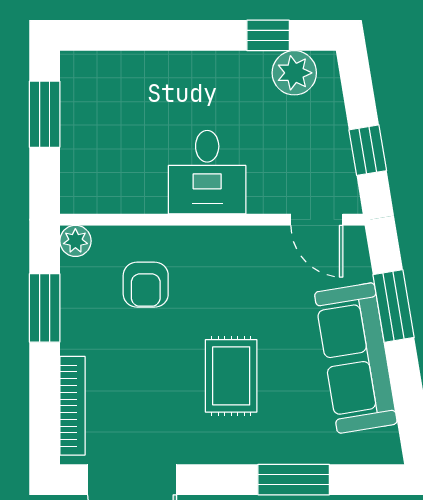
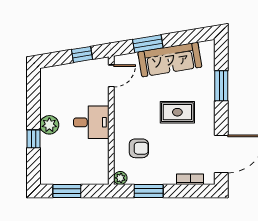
window: (268, 35) -> (33, 139), moved
plant: (294, 73) -> (49, 125), moved
bookcase: (72, 406) -> (190, 179), width x0.64

